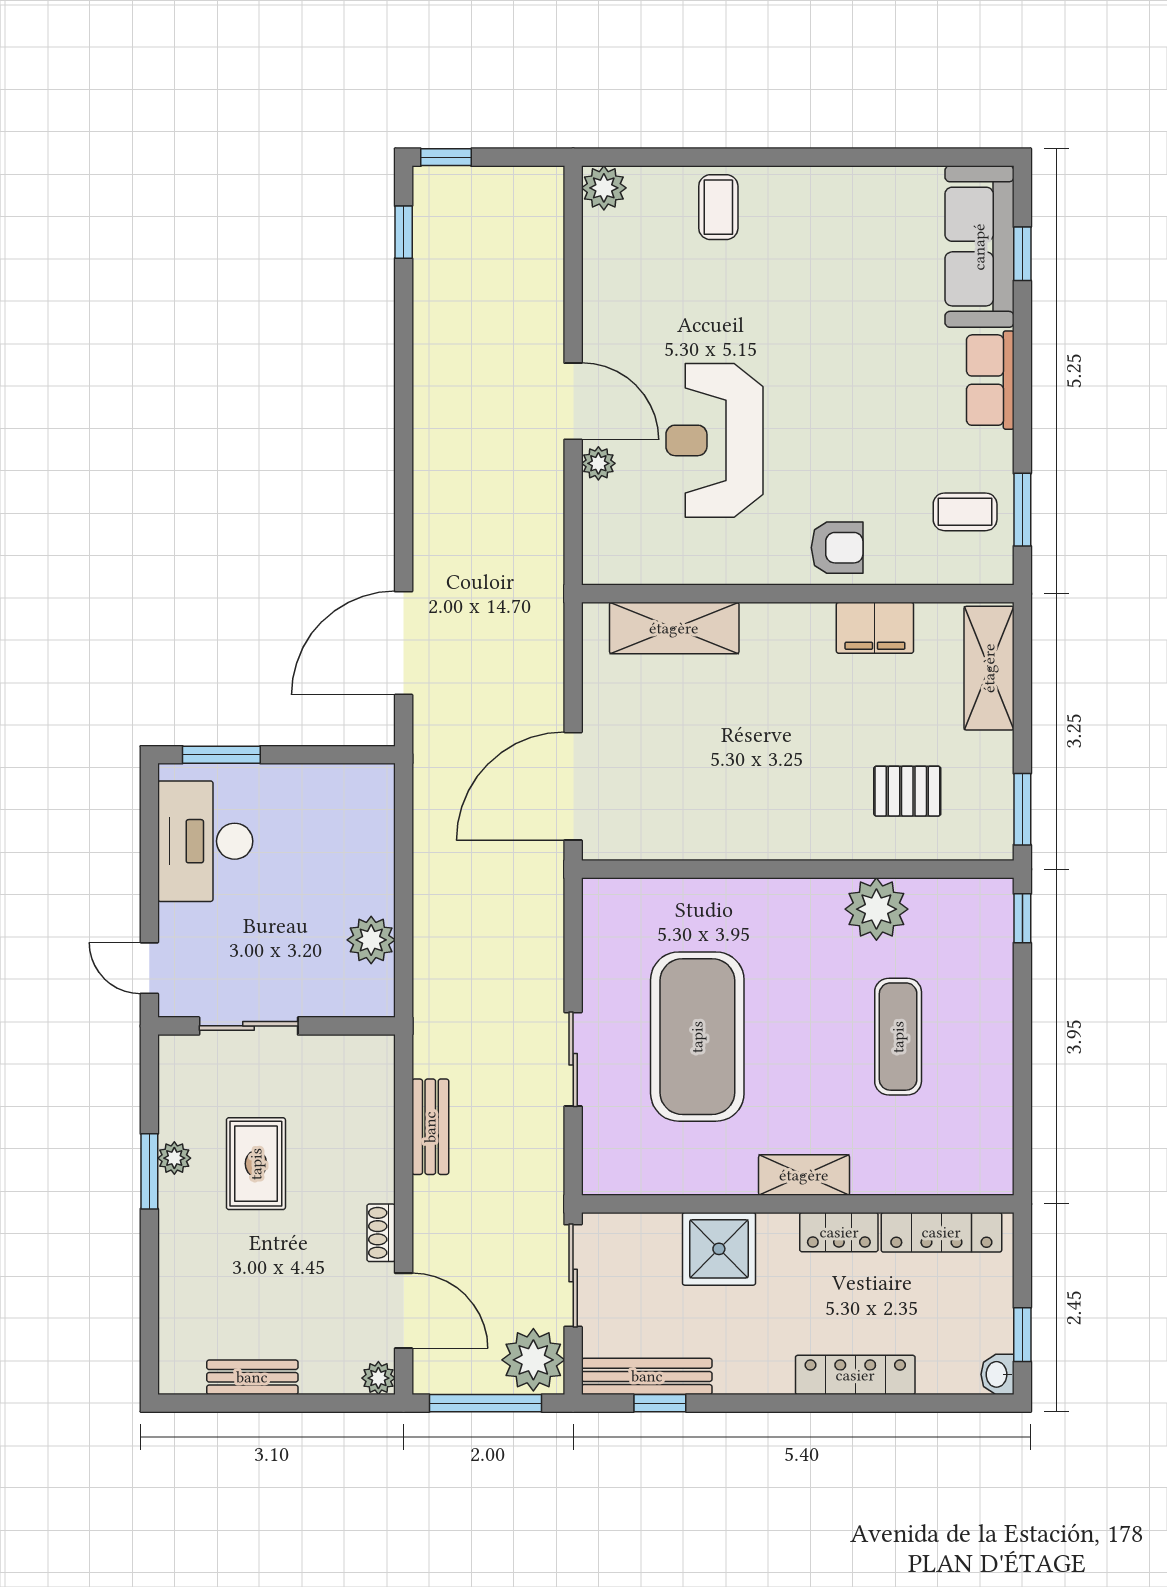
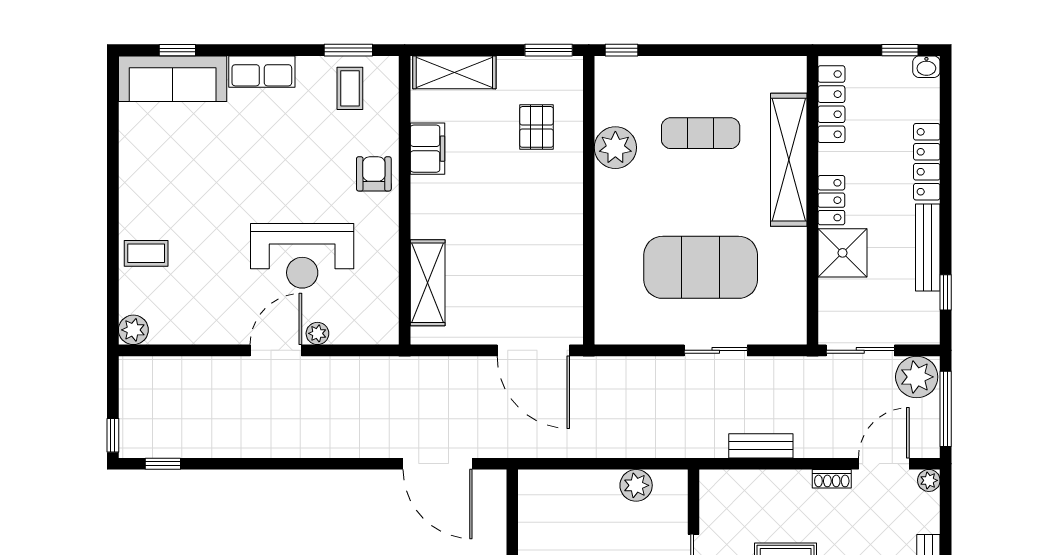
shelving: (804, 1175) -> (789, 160), width x2.20, depth x1.33
locker: (839, 1232) -> (831, 200), moved
bench: (647, 1376) -> (928, 247), moved

